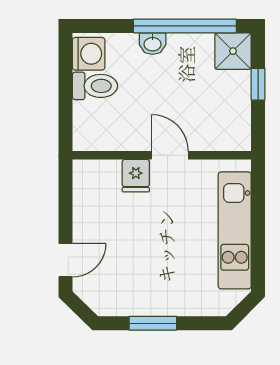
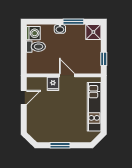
window: (185, 26) -> (73, 22), width x0.47
window: (258, 84) -> (104, 59), moved
door: (65, 260) -> (24, 97), moved

